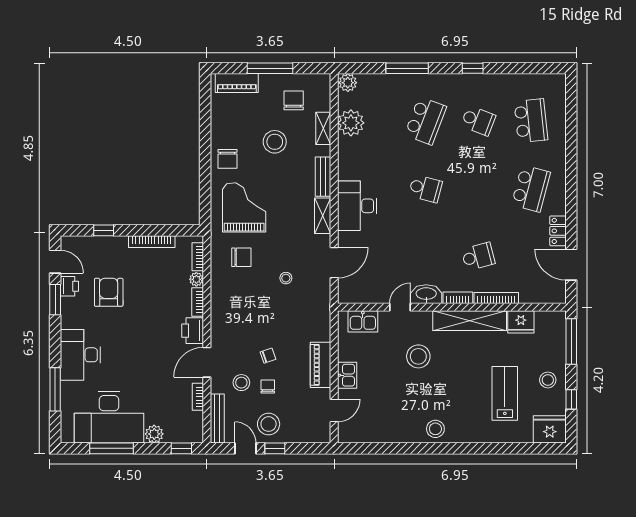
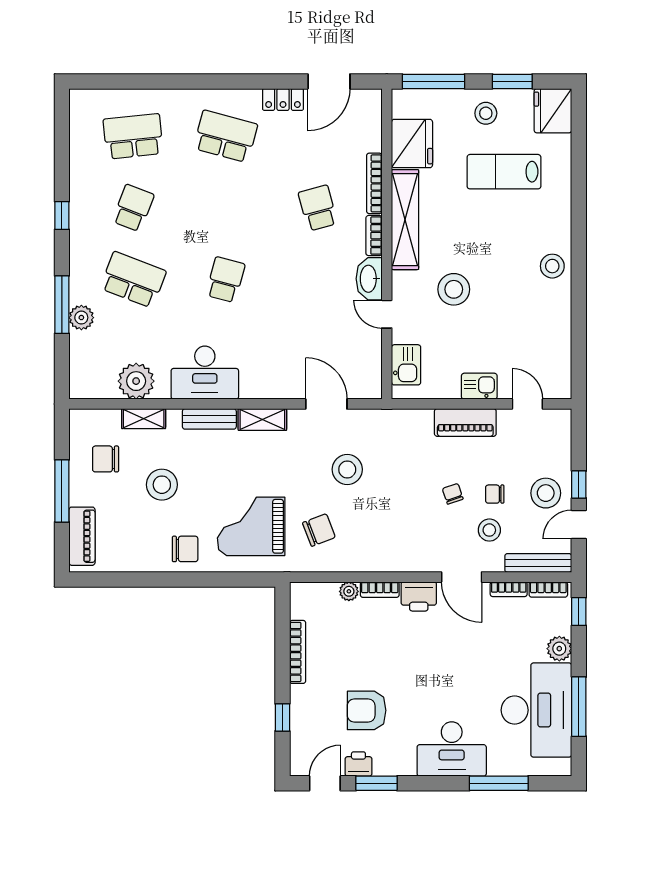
plant: (348, 83) -> (81, 318), moved
desk: (357, 206) -> (205, 373), moved
bookcase: (198, 257) -> (548, 589), moved
chair: (241, 257) -> (319, 530), turned 69
stool: (286, 278) -> (347, 469), width x1.89, depth x1.89
fridge: (521, 322) -> (412, 144), width x1.36, depth x1.34
window: (571, 399) -> (512, 81), width x1.50

